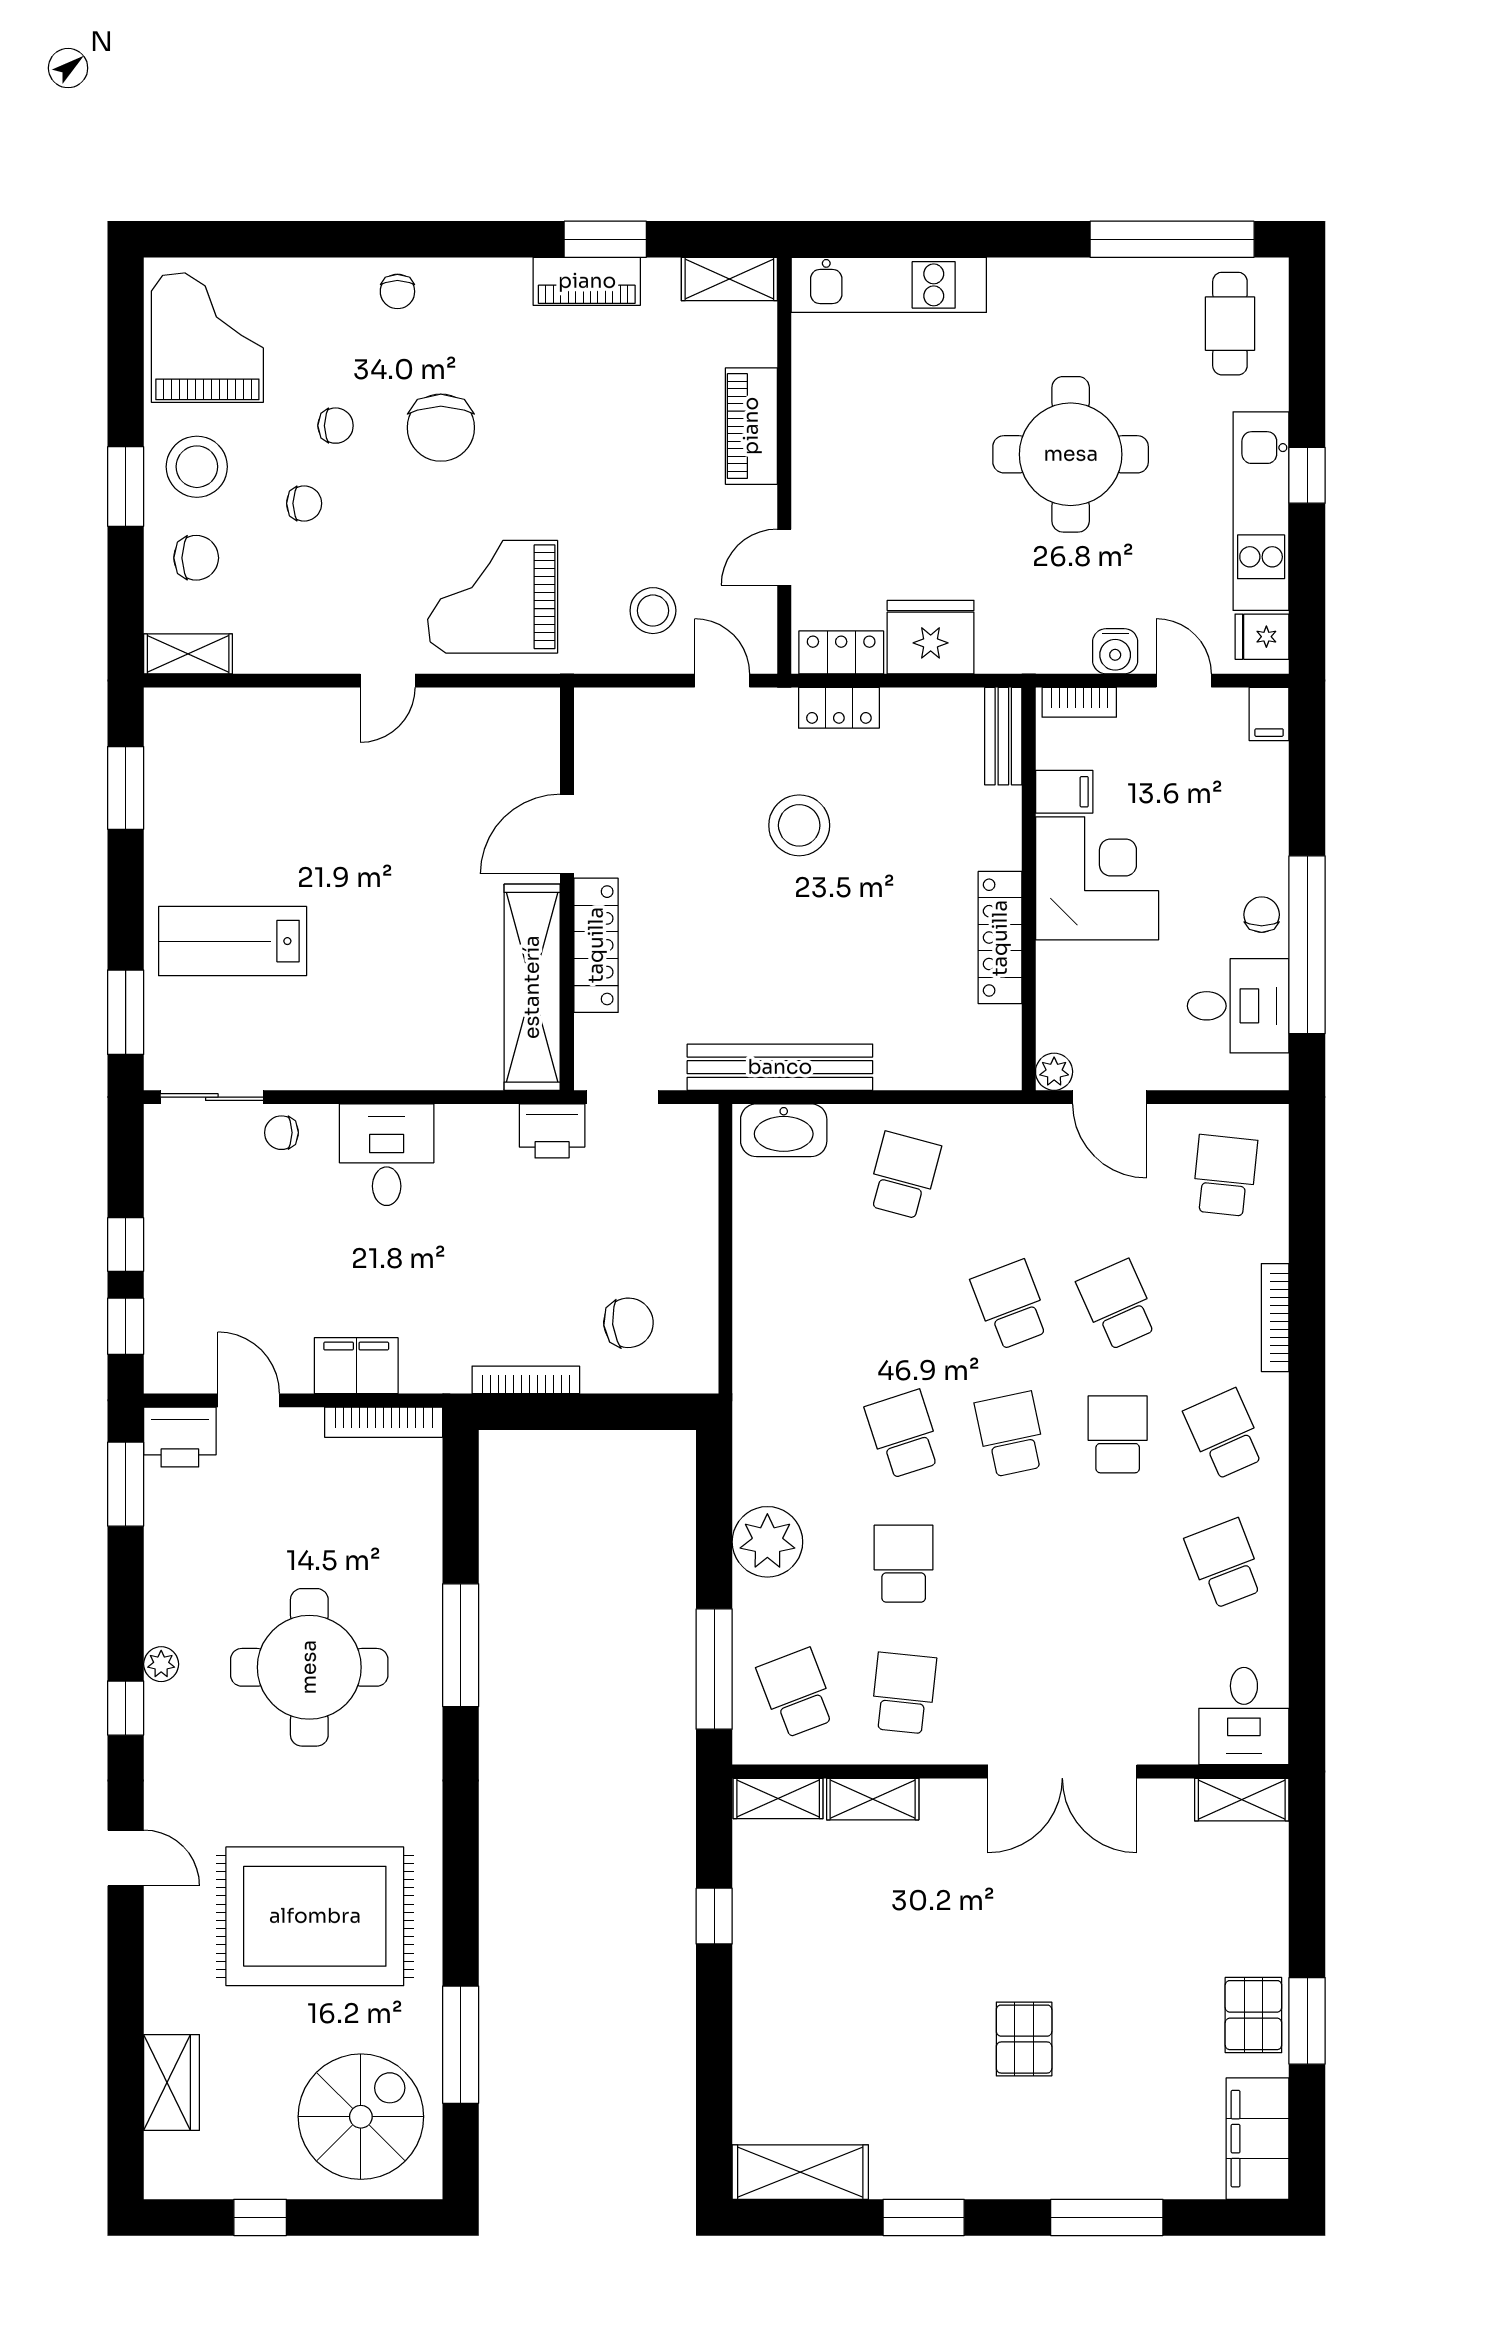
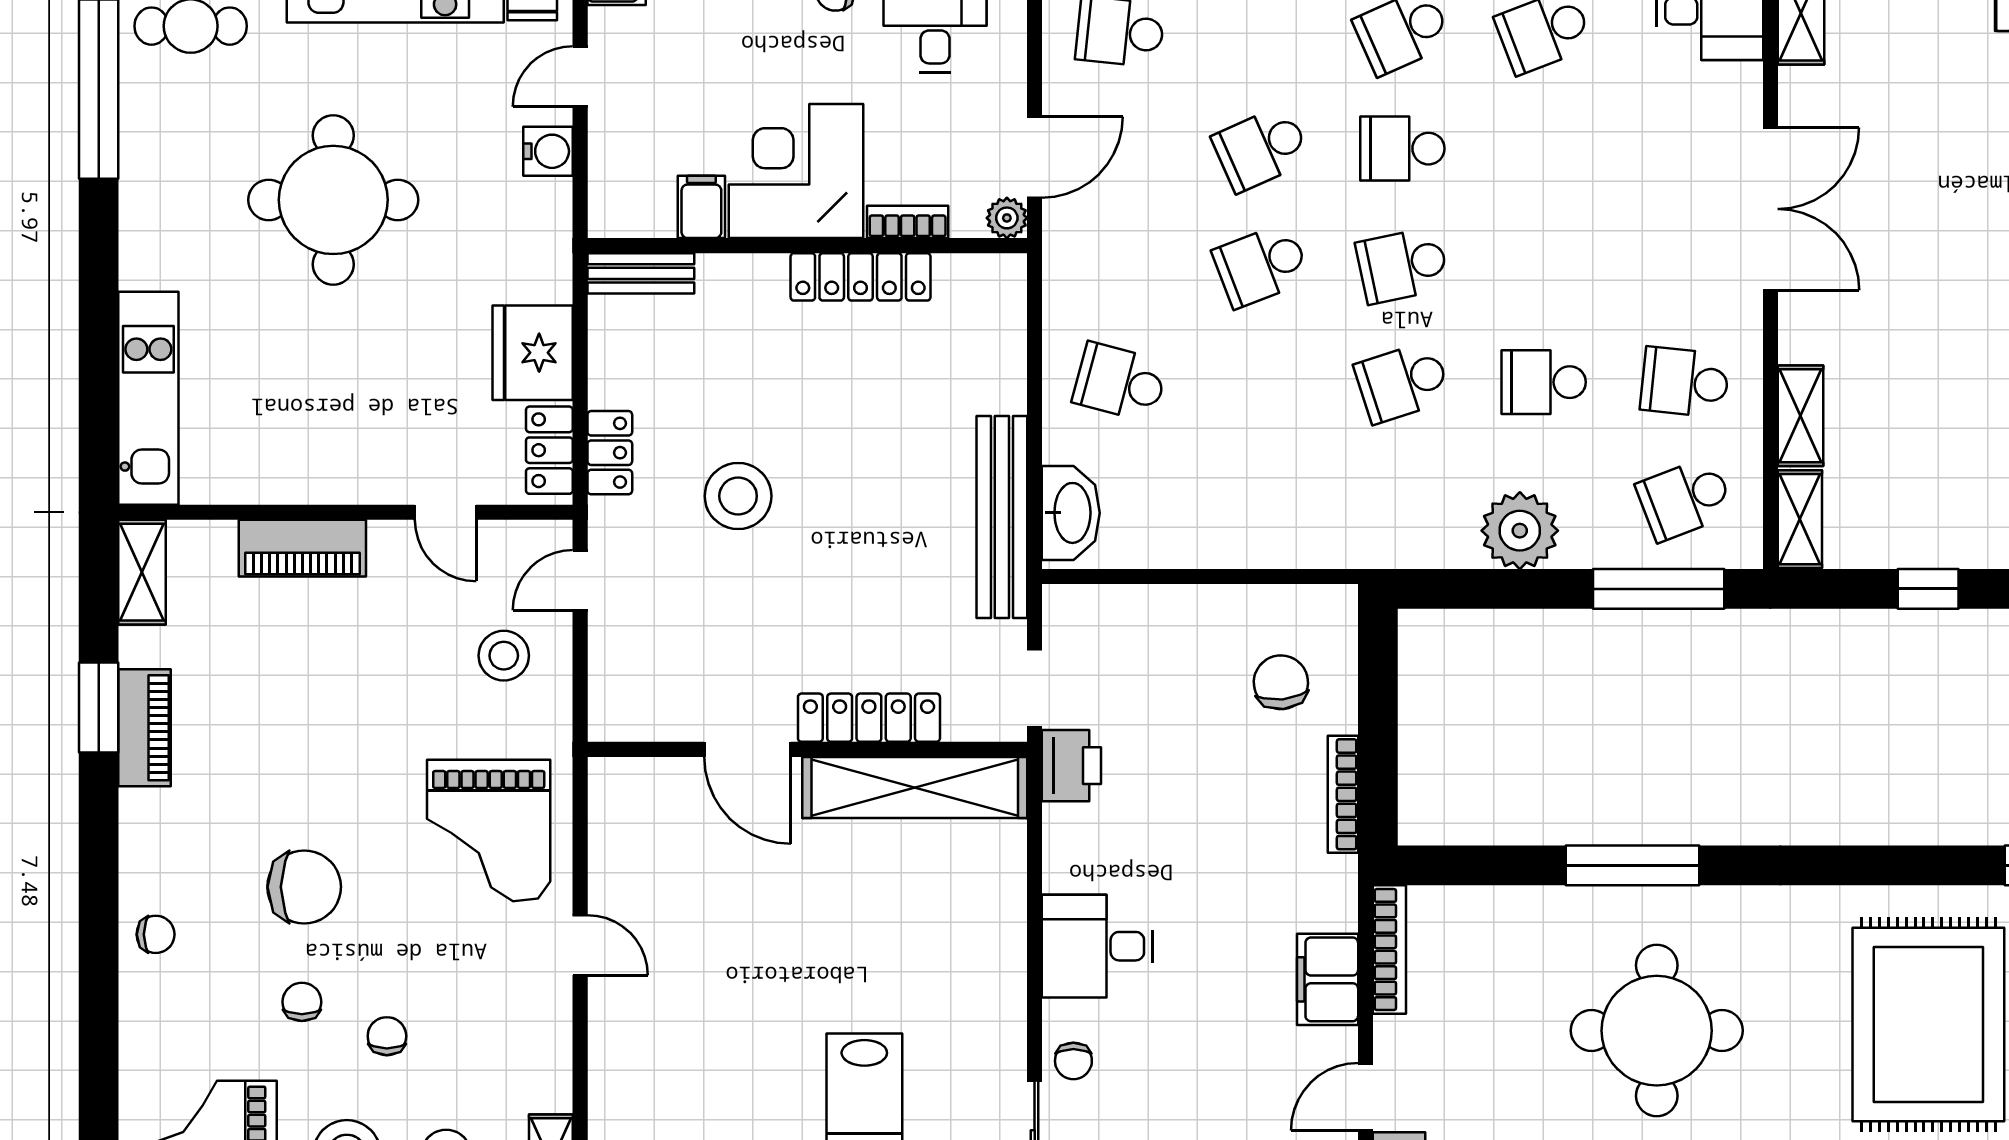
bookcase: (1079, 702) -> (908, 222), moved, turned -90

